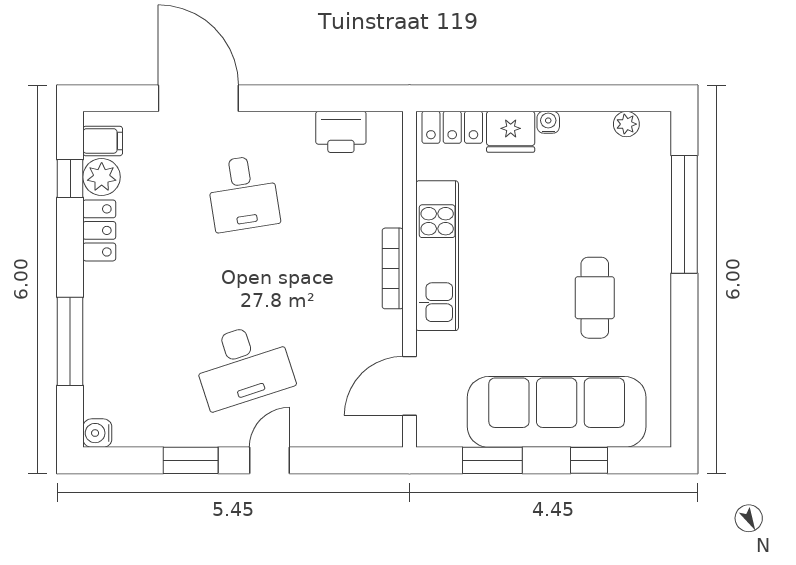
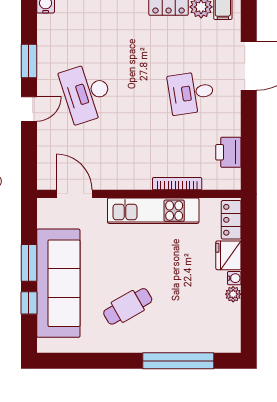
plant: (626, 124) -> (233, 294), moved
bookcase: (393, 268) -> (177, 184), moved
cafe table: (595, 298) -> (128, 306), turned -30
door: (270, 460) -> (29, 109), hinge flipped
window: (492, 460) -> (29, 263), moved

